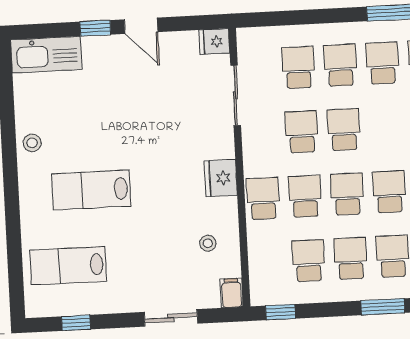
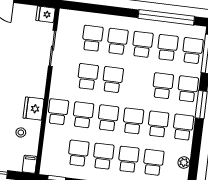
fridge: (221, 178) -> (34, 109), moved

